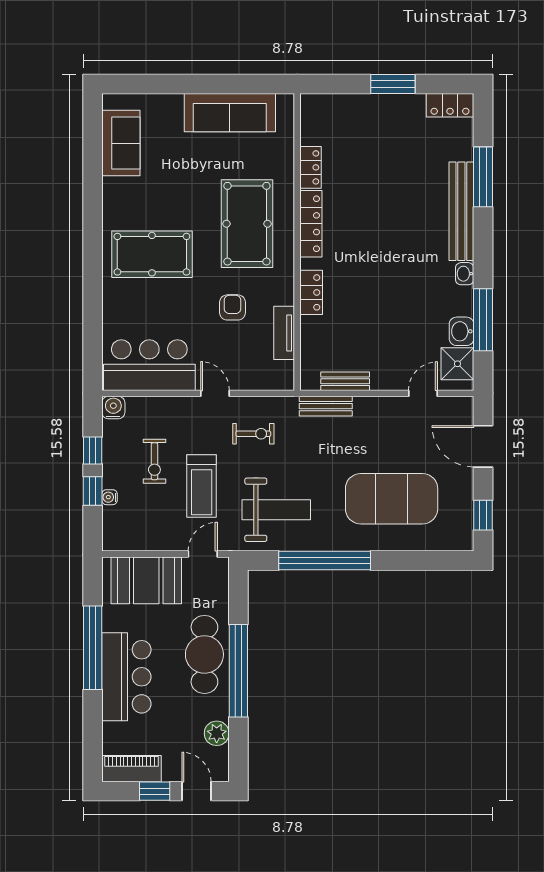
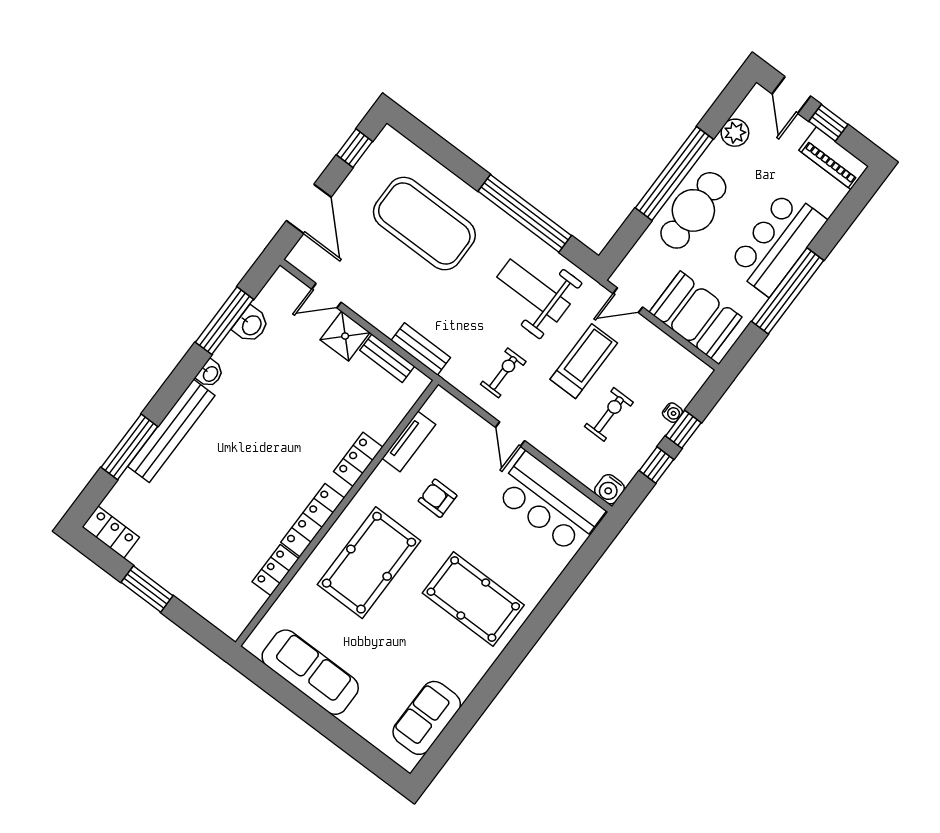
armchair: (232, 307) -> (438, 498), turned 90
shower: (457, 364) -> (345, 336), moved
exercise bike: (253, 434) -> (503, 373), turned 90

